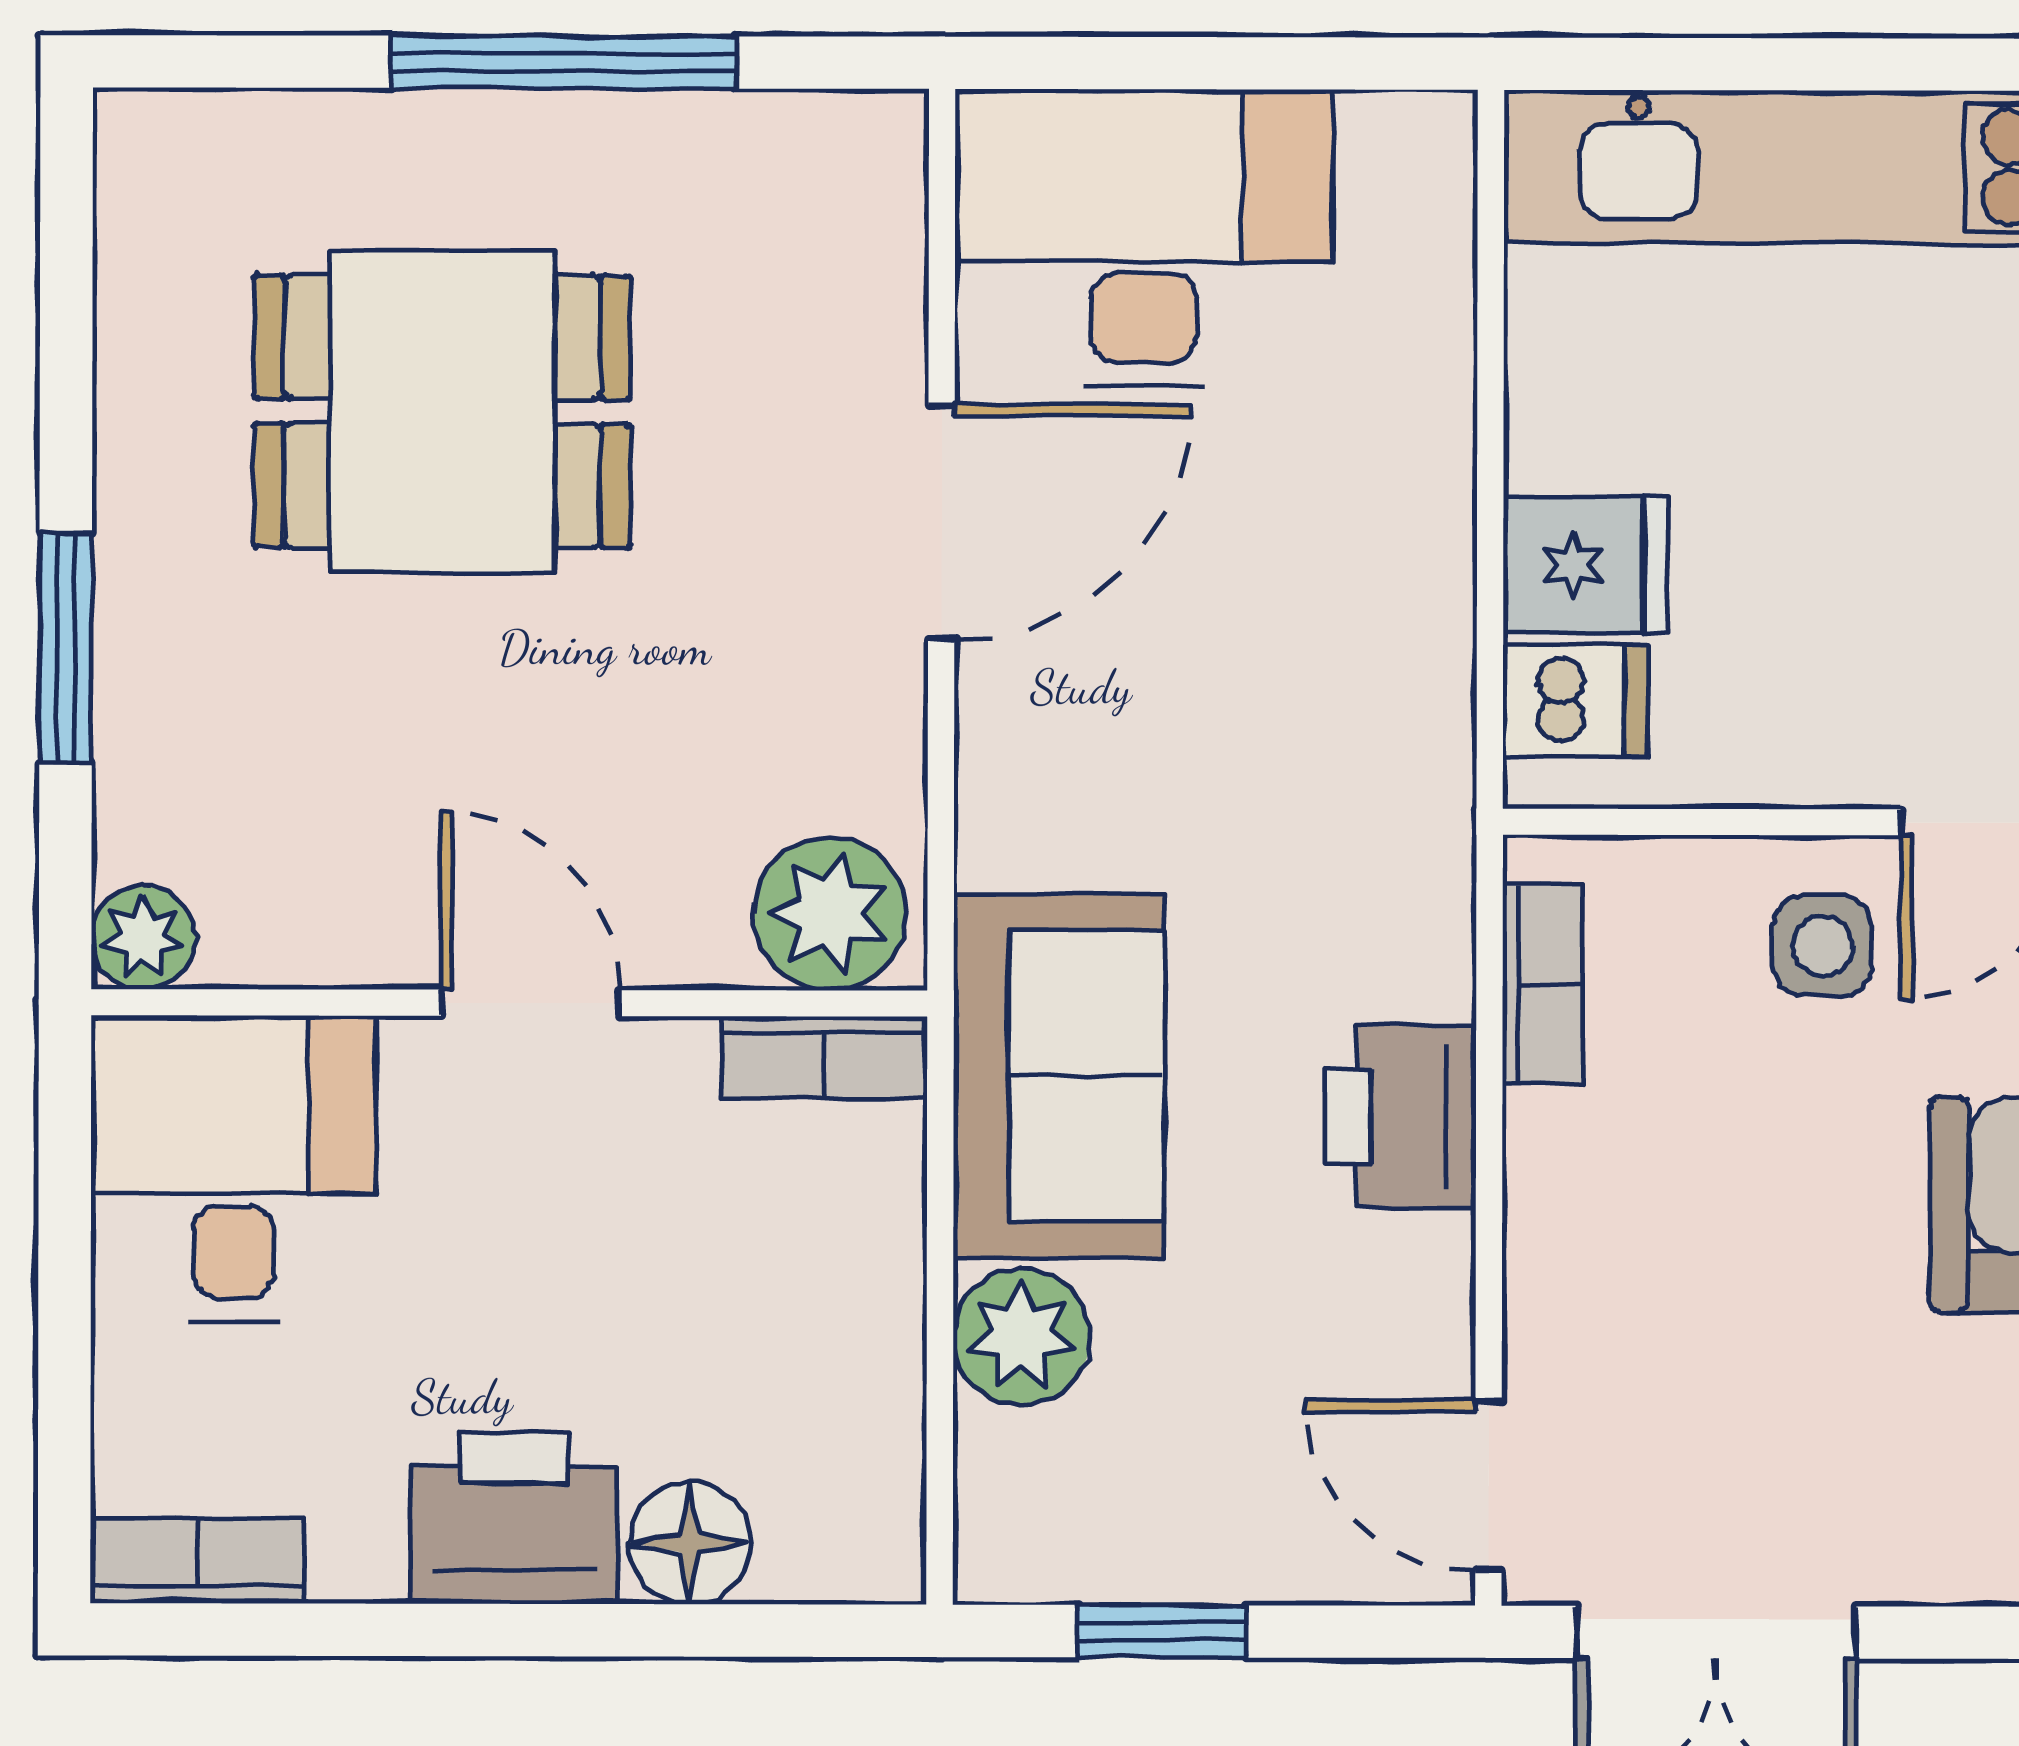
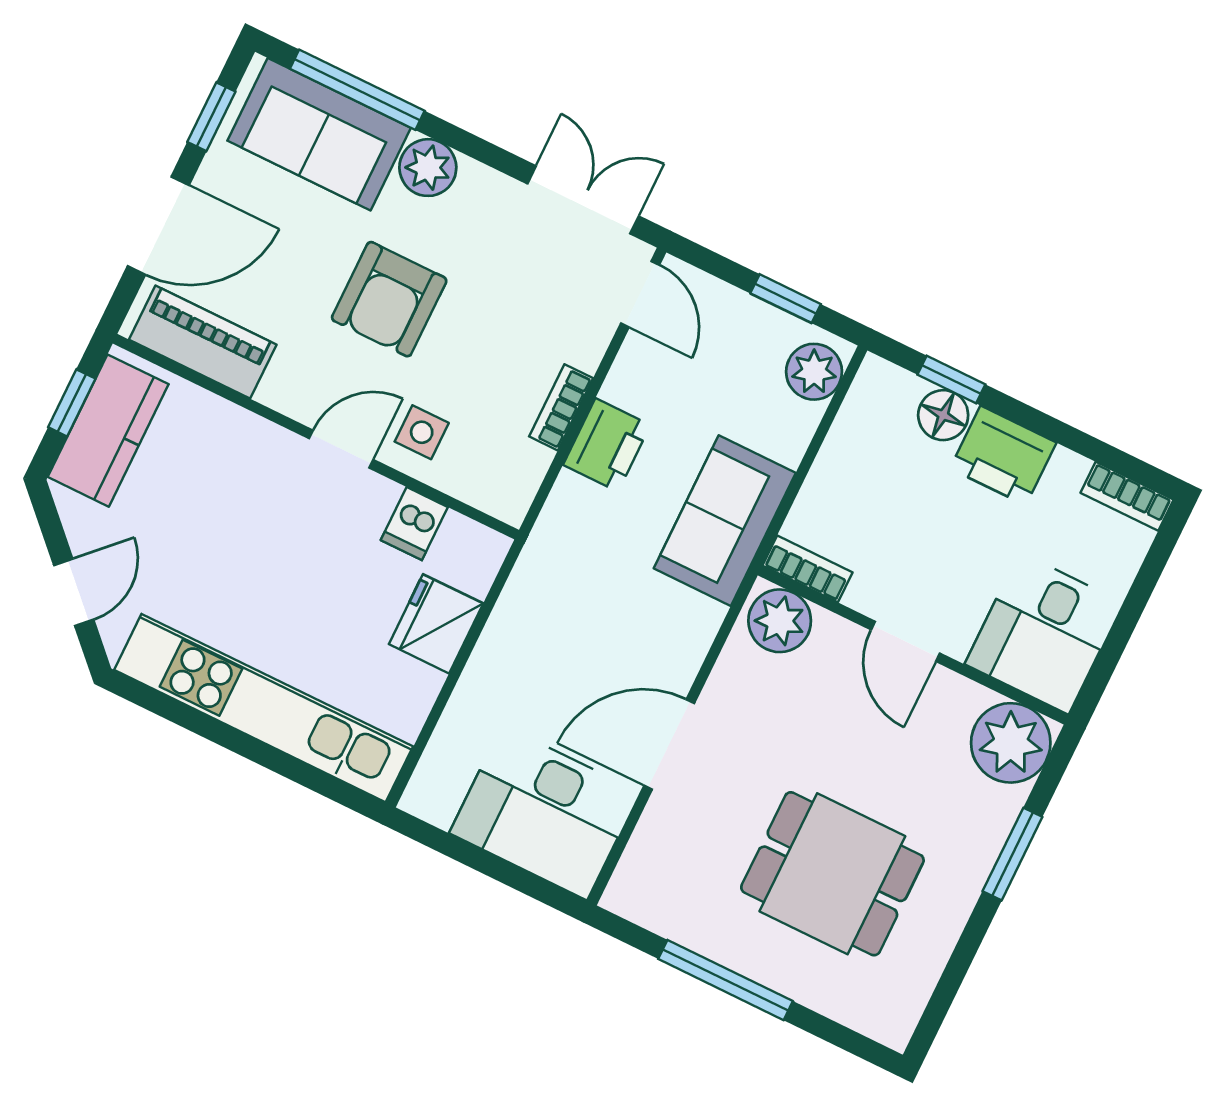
fridge: (1586, 565) -> (436, 624), width x1.38
dishwasher: (1576, 701) -> (414, 524), moved, turned -90
plant: (143, 937) -> (1011, 743), width x1.88, depth x1.88
bookcase: (1542, 984) -> (561, 407), moved
plant: (1021, 1337) -> (814, 372), moved
window: (710, 1630) -> (951, 380), added

